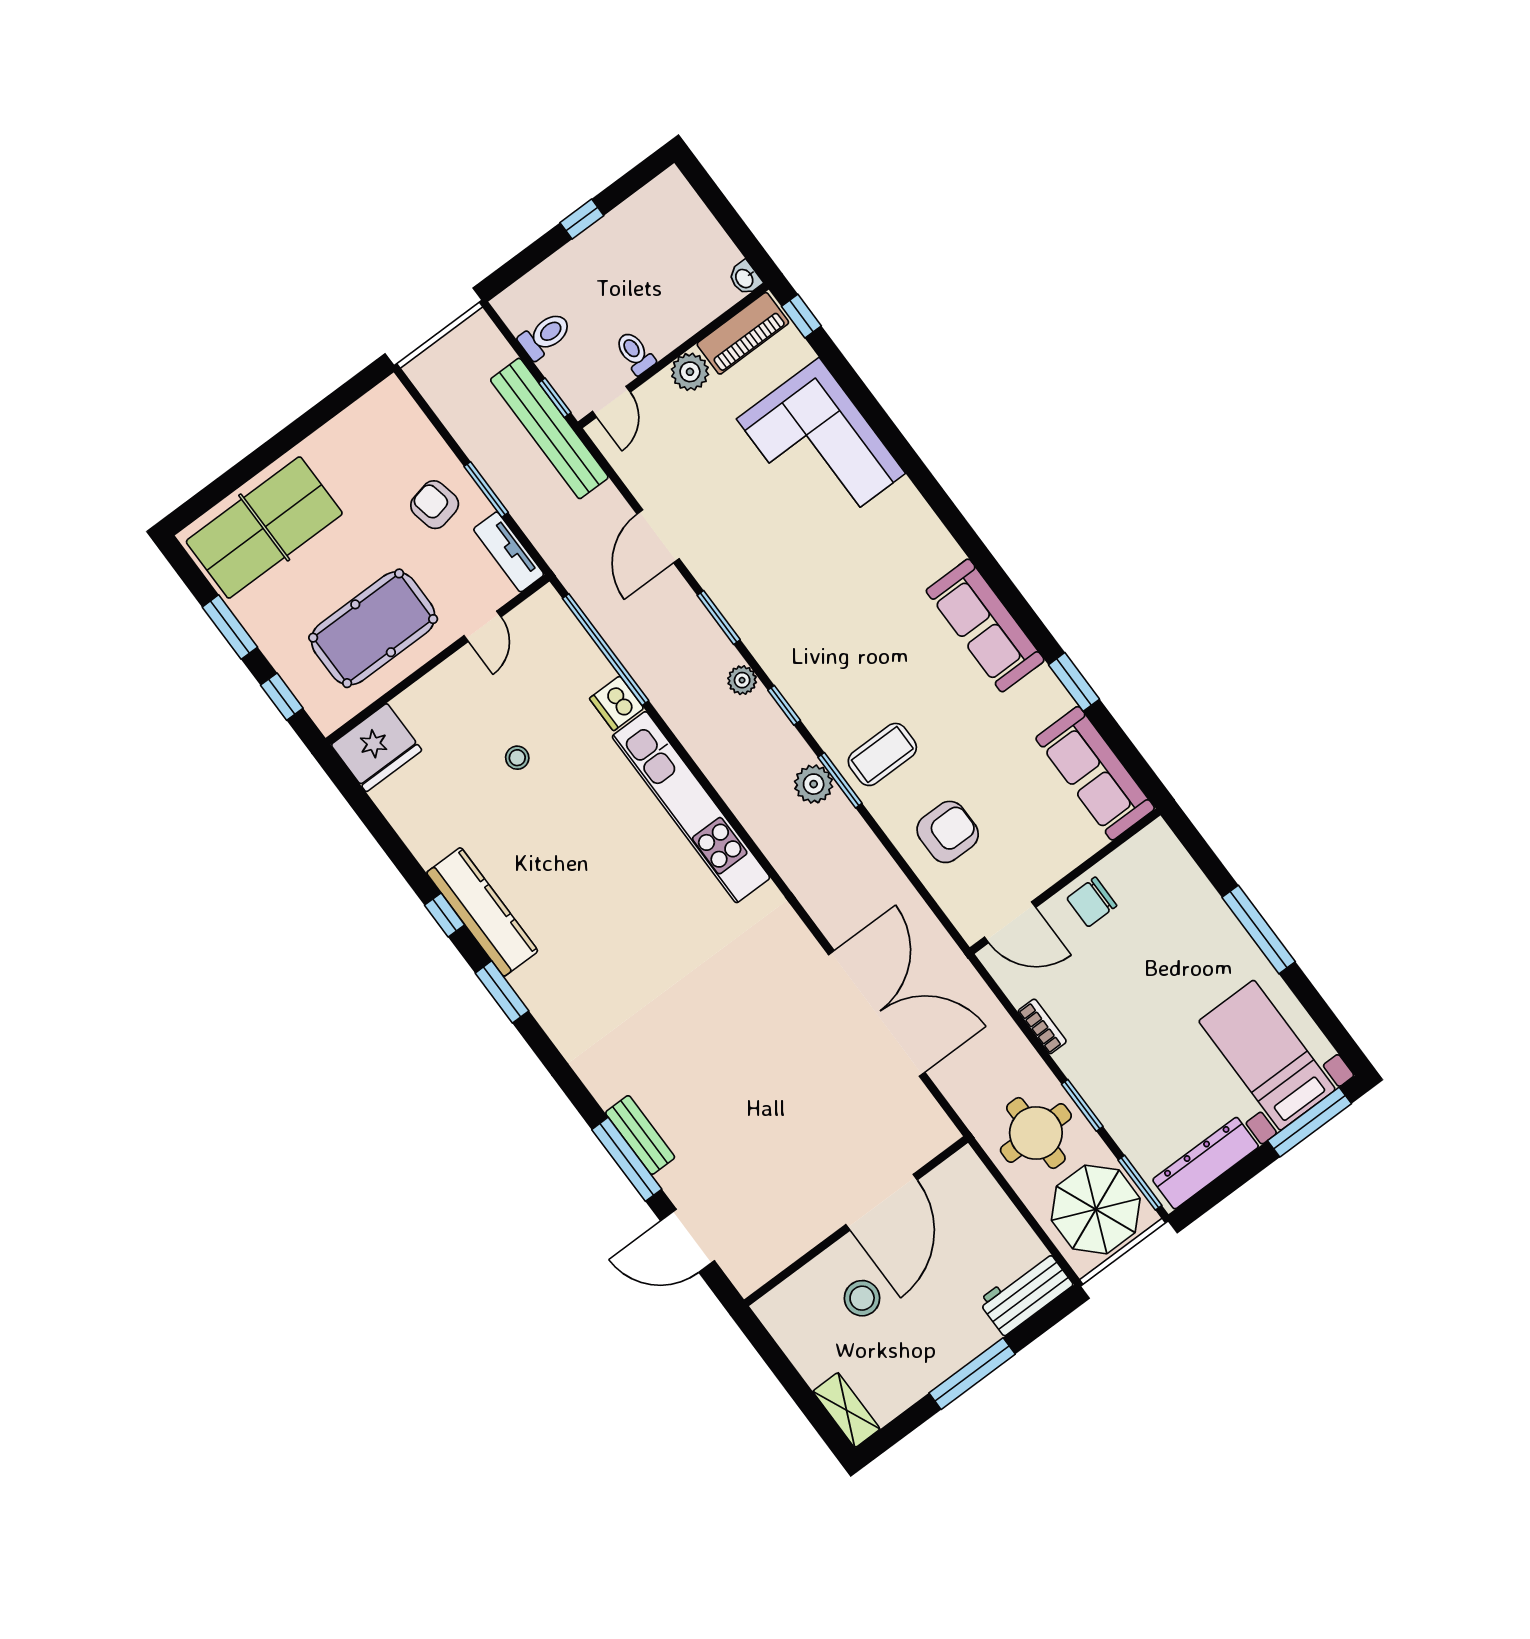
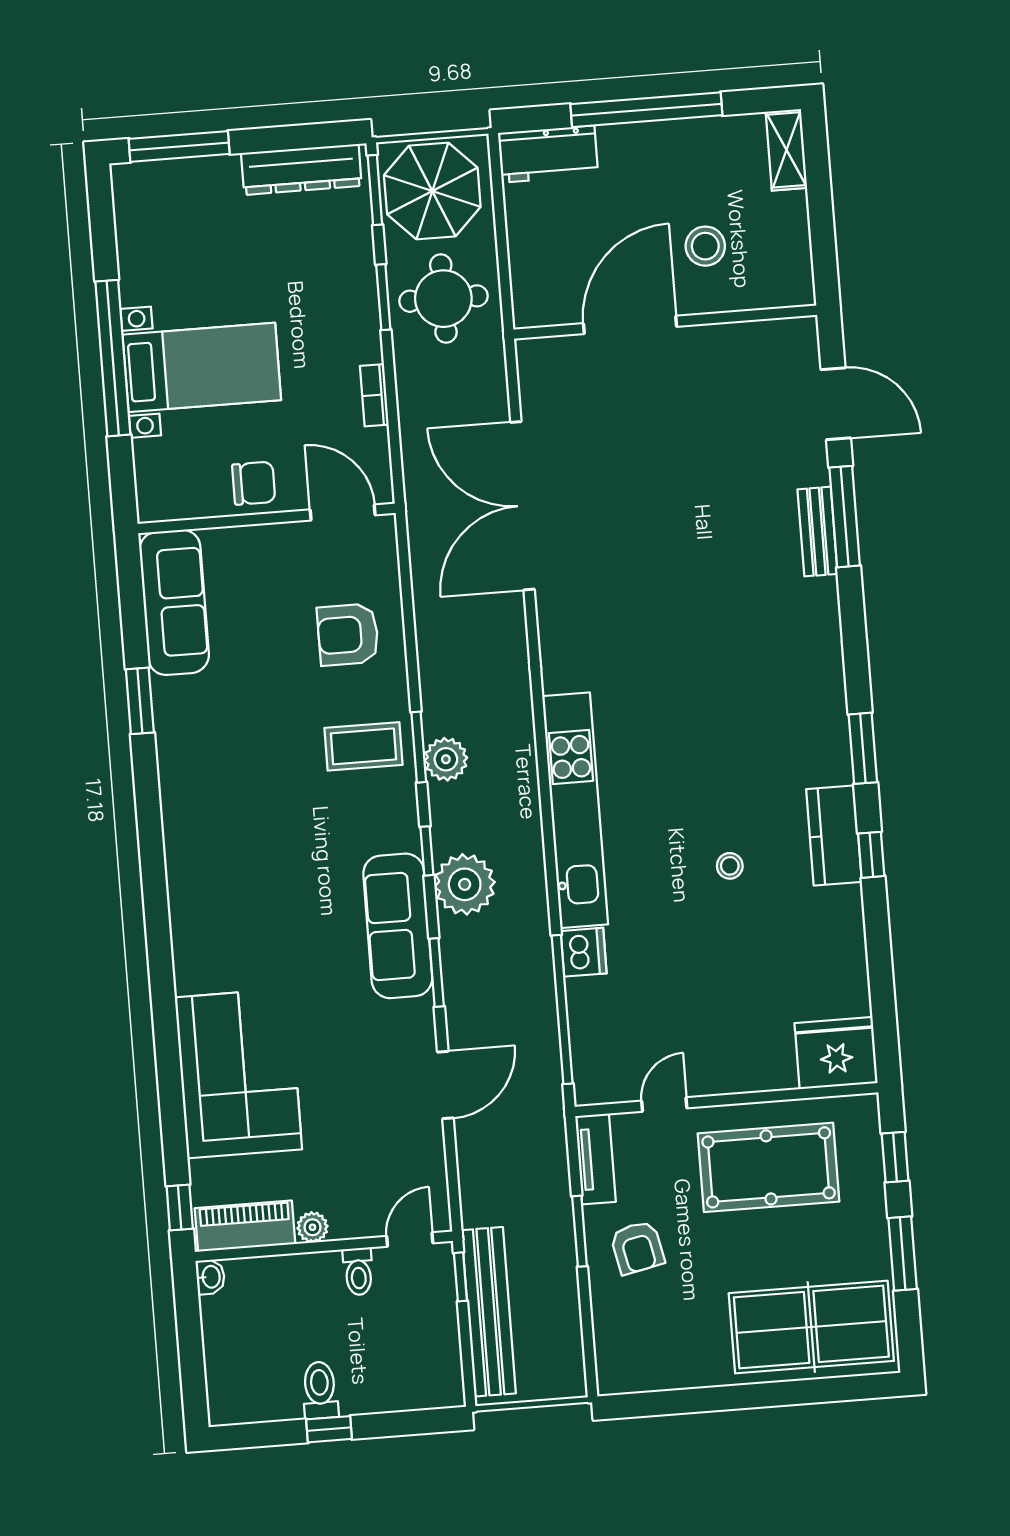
toilet: (545, 336) -> (320, 1390), moved, turned 90
plant: (690, 372) -> (312, 1227), width x0.73, depth x0.73
bench: (549, 428) -> (489, 1312), moved
sofa: (985, 625) -> (398, 926), moved, turned 180
plant: (742, 680) -> (465, 884), width x1.88, depth x1.88
stool: (517, 758) -> (730, 866), moved
kitchen counter: (482, 912) -> (834, 835), width x0.67
window: (1259, 930) -> (113, 358), width x1.46
bed with nightstands: (1267, 1055) -> (202, 367), moved, turned -90
window: (972, 1374) -> (646, 110), width x1.46

